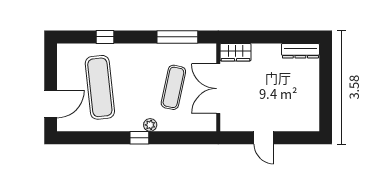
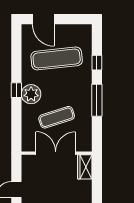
window: (177, 37) -> (97, 100), moved
exercise mat: (173, 87) -> (57, 117), turned -30
plant: (150, 125) -> (31, 94), width x1.87, depth x1.87

